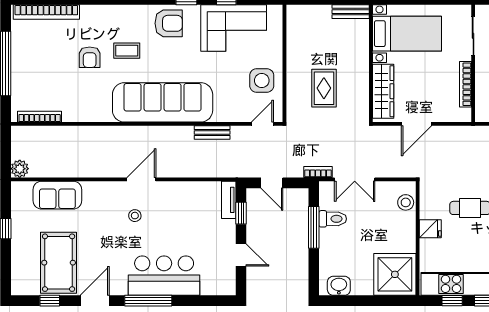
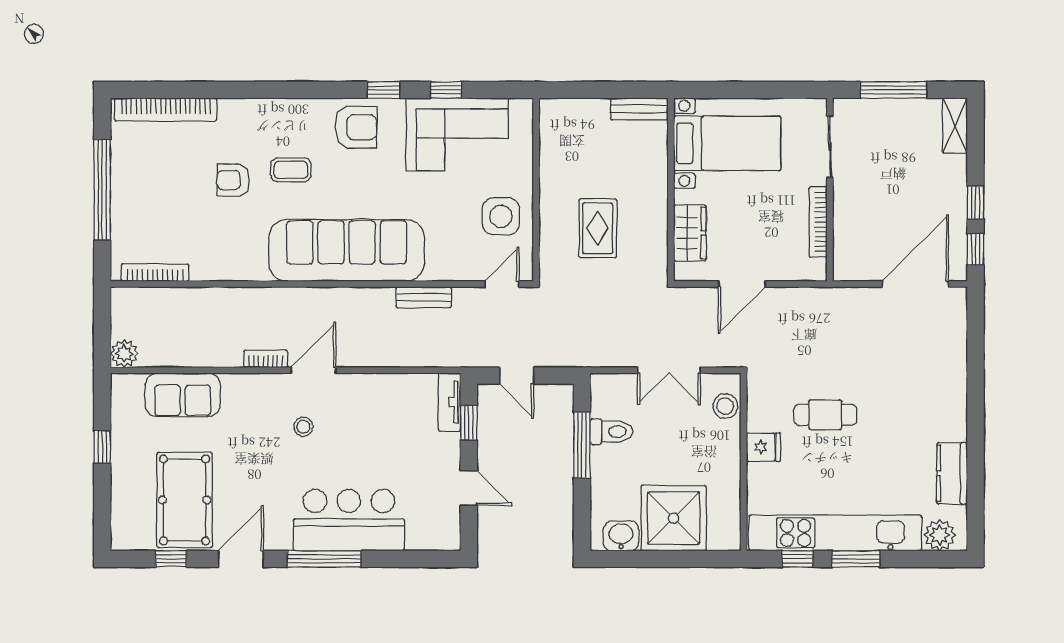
armchair: (90, 57) -> (233, 180), turned 90
wardrobe: (383, 91) -> (690, 233), width x0.67
bookcase: (318, 172) -> (266, 359), moved
double door: (355, 179) -> (669, 370), moved
shower: (395, 274) -> (674, 518), moved

